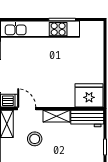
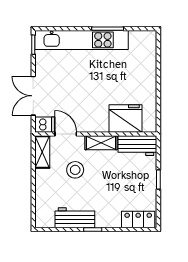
fridge: (89, 95) -> (125, 118), moved

